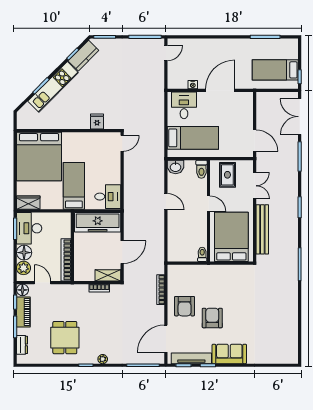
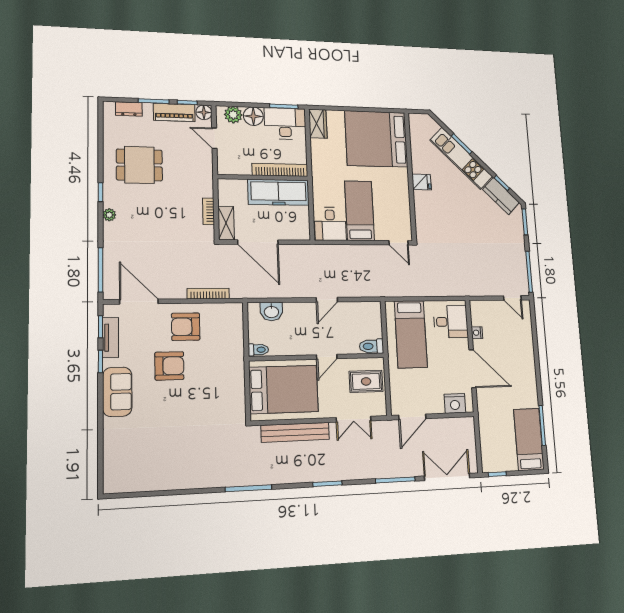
bed: (275, 70) -> (529, 439), moved
nightstand: (246, 107) -> (455, 403), added
fridge: (97, 122) -> (422, 182), moved
washbasin: (176, 167) -> (271, 311), moved, turned -90
bed: (74, 186) -> (359, 211), moved, turned -90
freezer: (98, 222) -> (279, 192), moved, turned -90
door: (122, 252) -> (258, 242), width x1.36
bookcase: (66, 260) -> (280, 170), moved
door: (43, 283) -> (214, 138), swing flipped
tv unit: (191, 358) -> (111, 338), width x0.71

